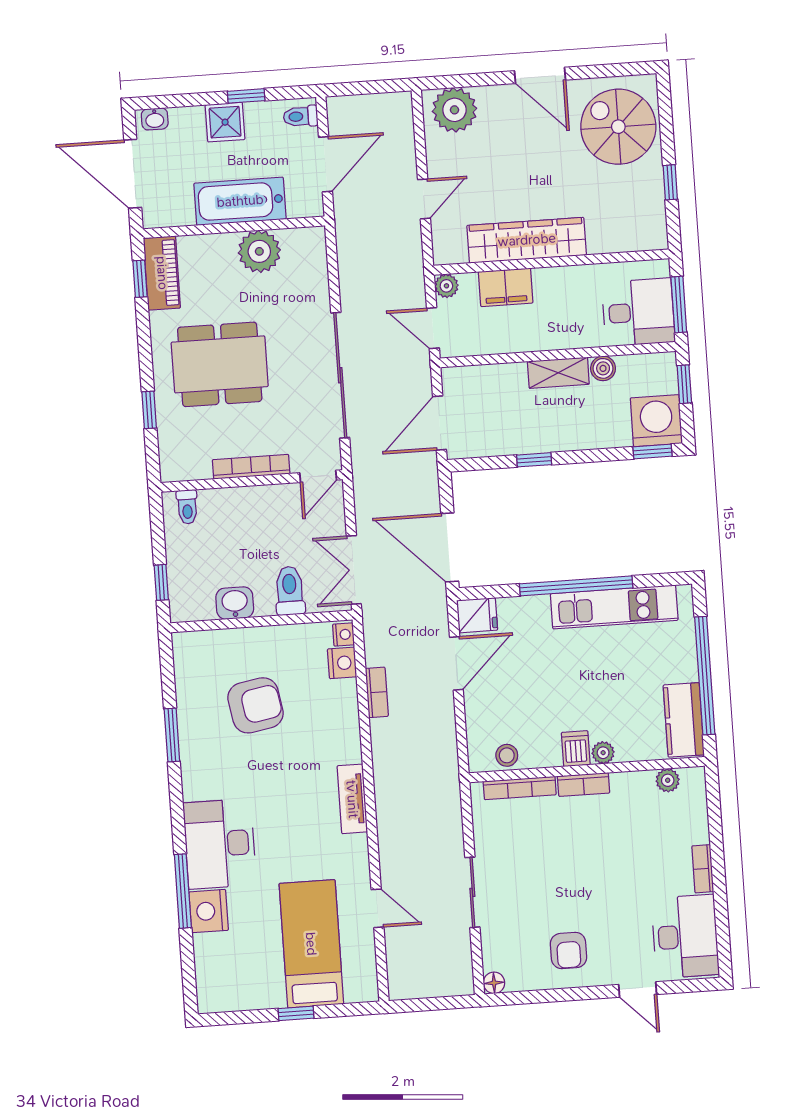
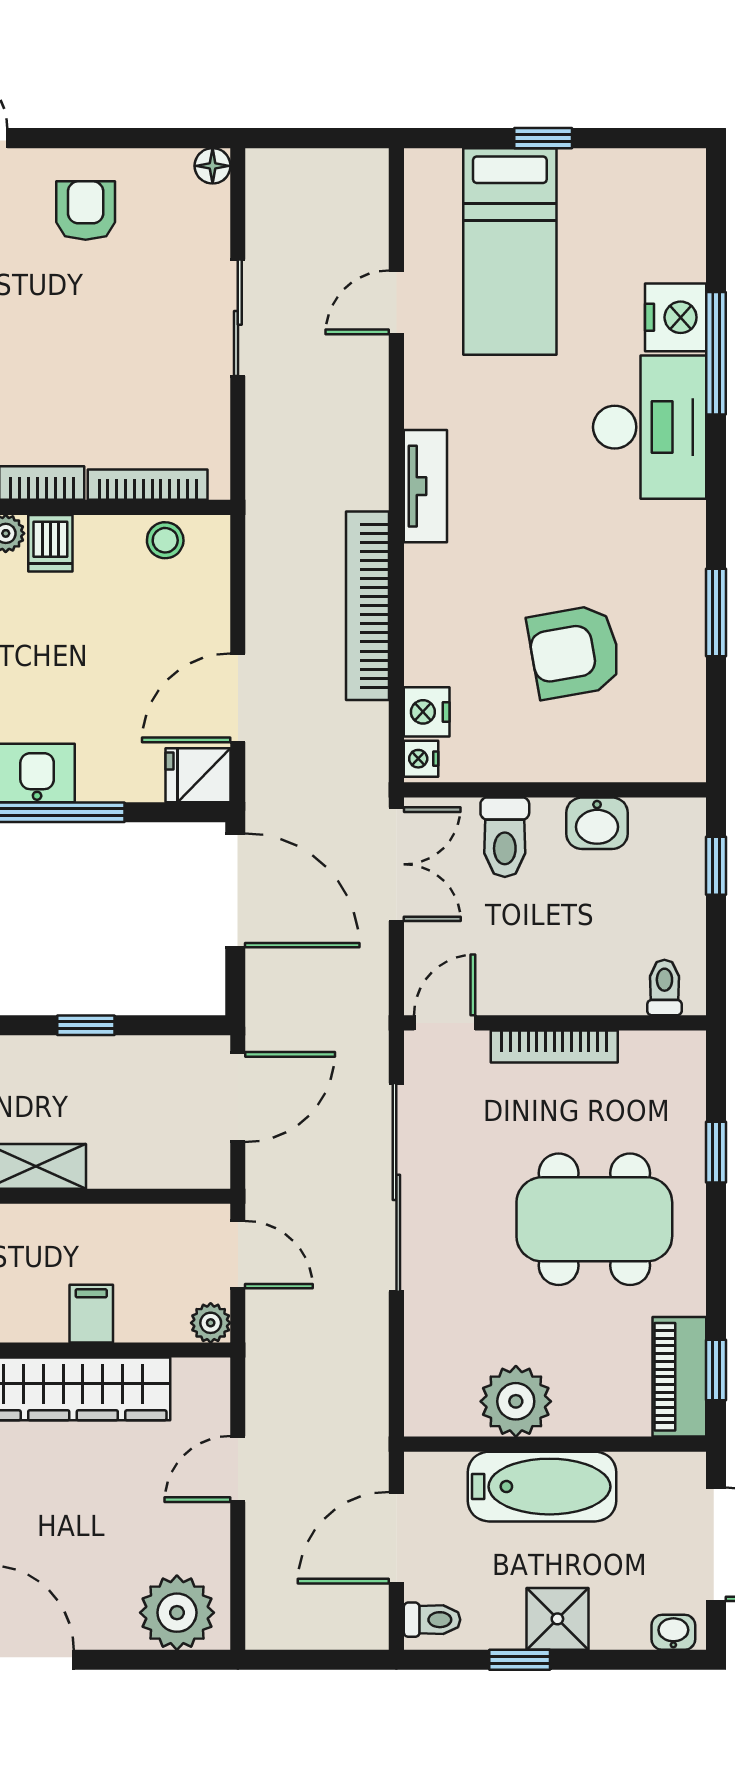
filing cabinet: (506, 287) -> (91, 1314), width x0.50
bookcase: (377, 692) -> (368, 606), width x2.31, depth x1.31
door: (378, 908) -> (396, 302), hinge flipped

